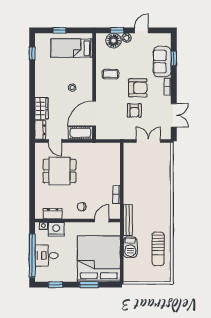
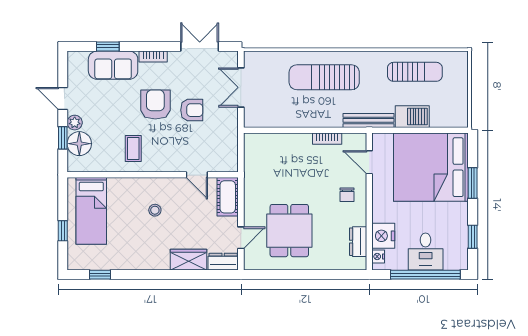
door: (94, 114) -> (197, 175), width x0.53
sun lounger: (155, 193) -> (324, 77), added

